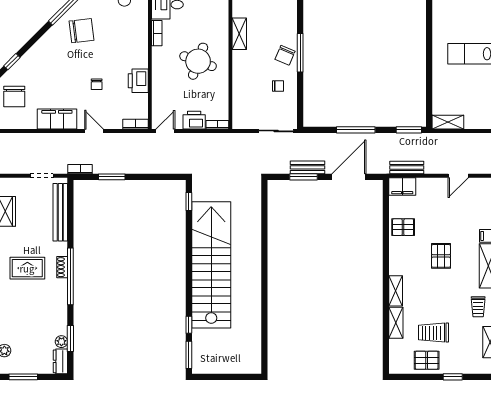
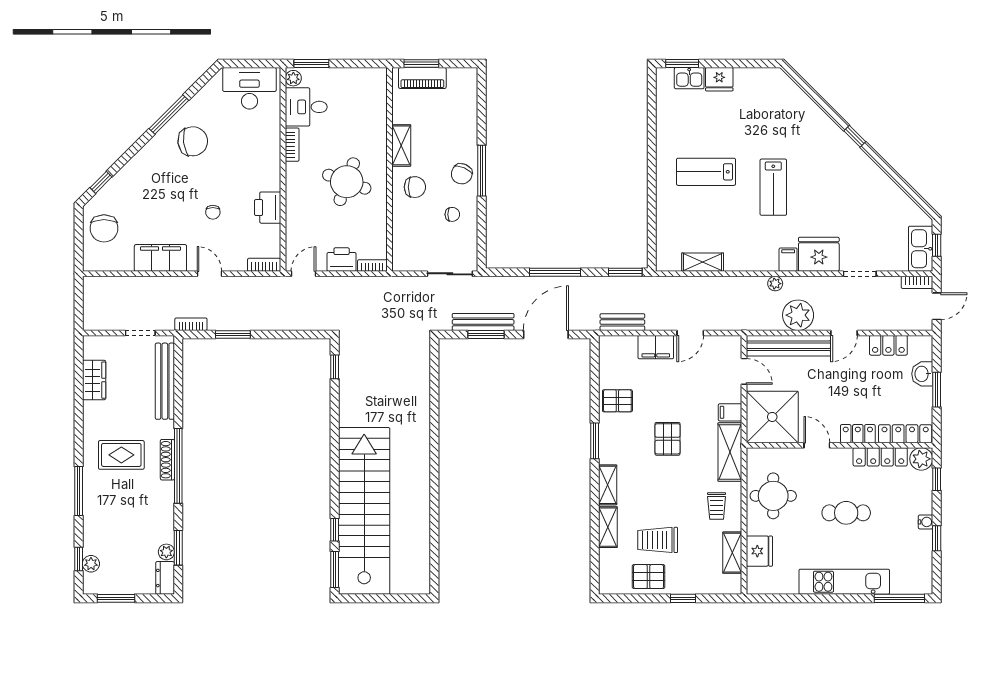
chair: (250, 65) -> (415, 187), added
shelving: (448, 122) -> (703, 262), moved
bench: (308, 167) -> (483, 322), width x1.36
filing cabinet: (402, 186) -> (656, 347), moved
window: (386, 258) -> (595, 441), added
stairs: (211, 265) -> (364, 511), moved
shoe rack: (62, 267) -> (167, 460), width x1.43

